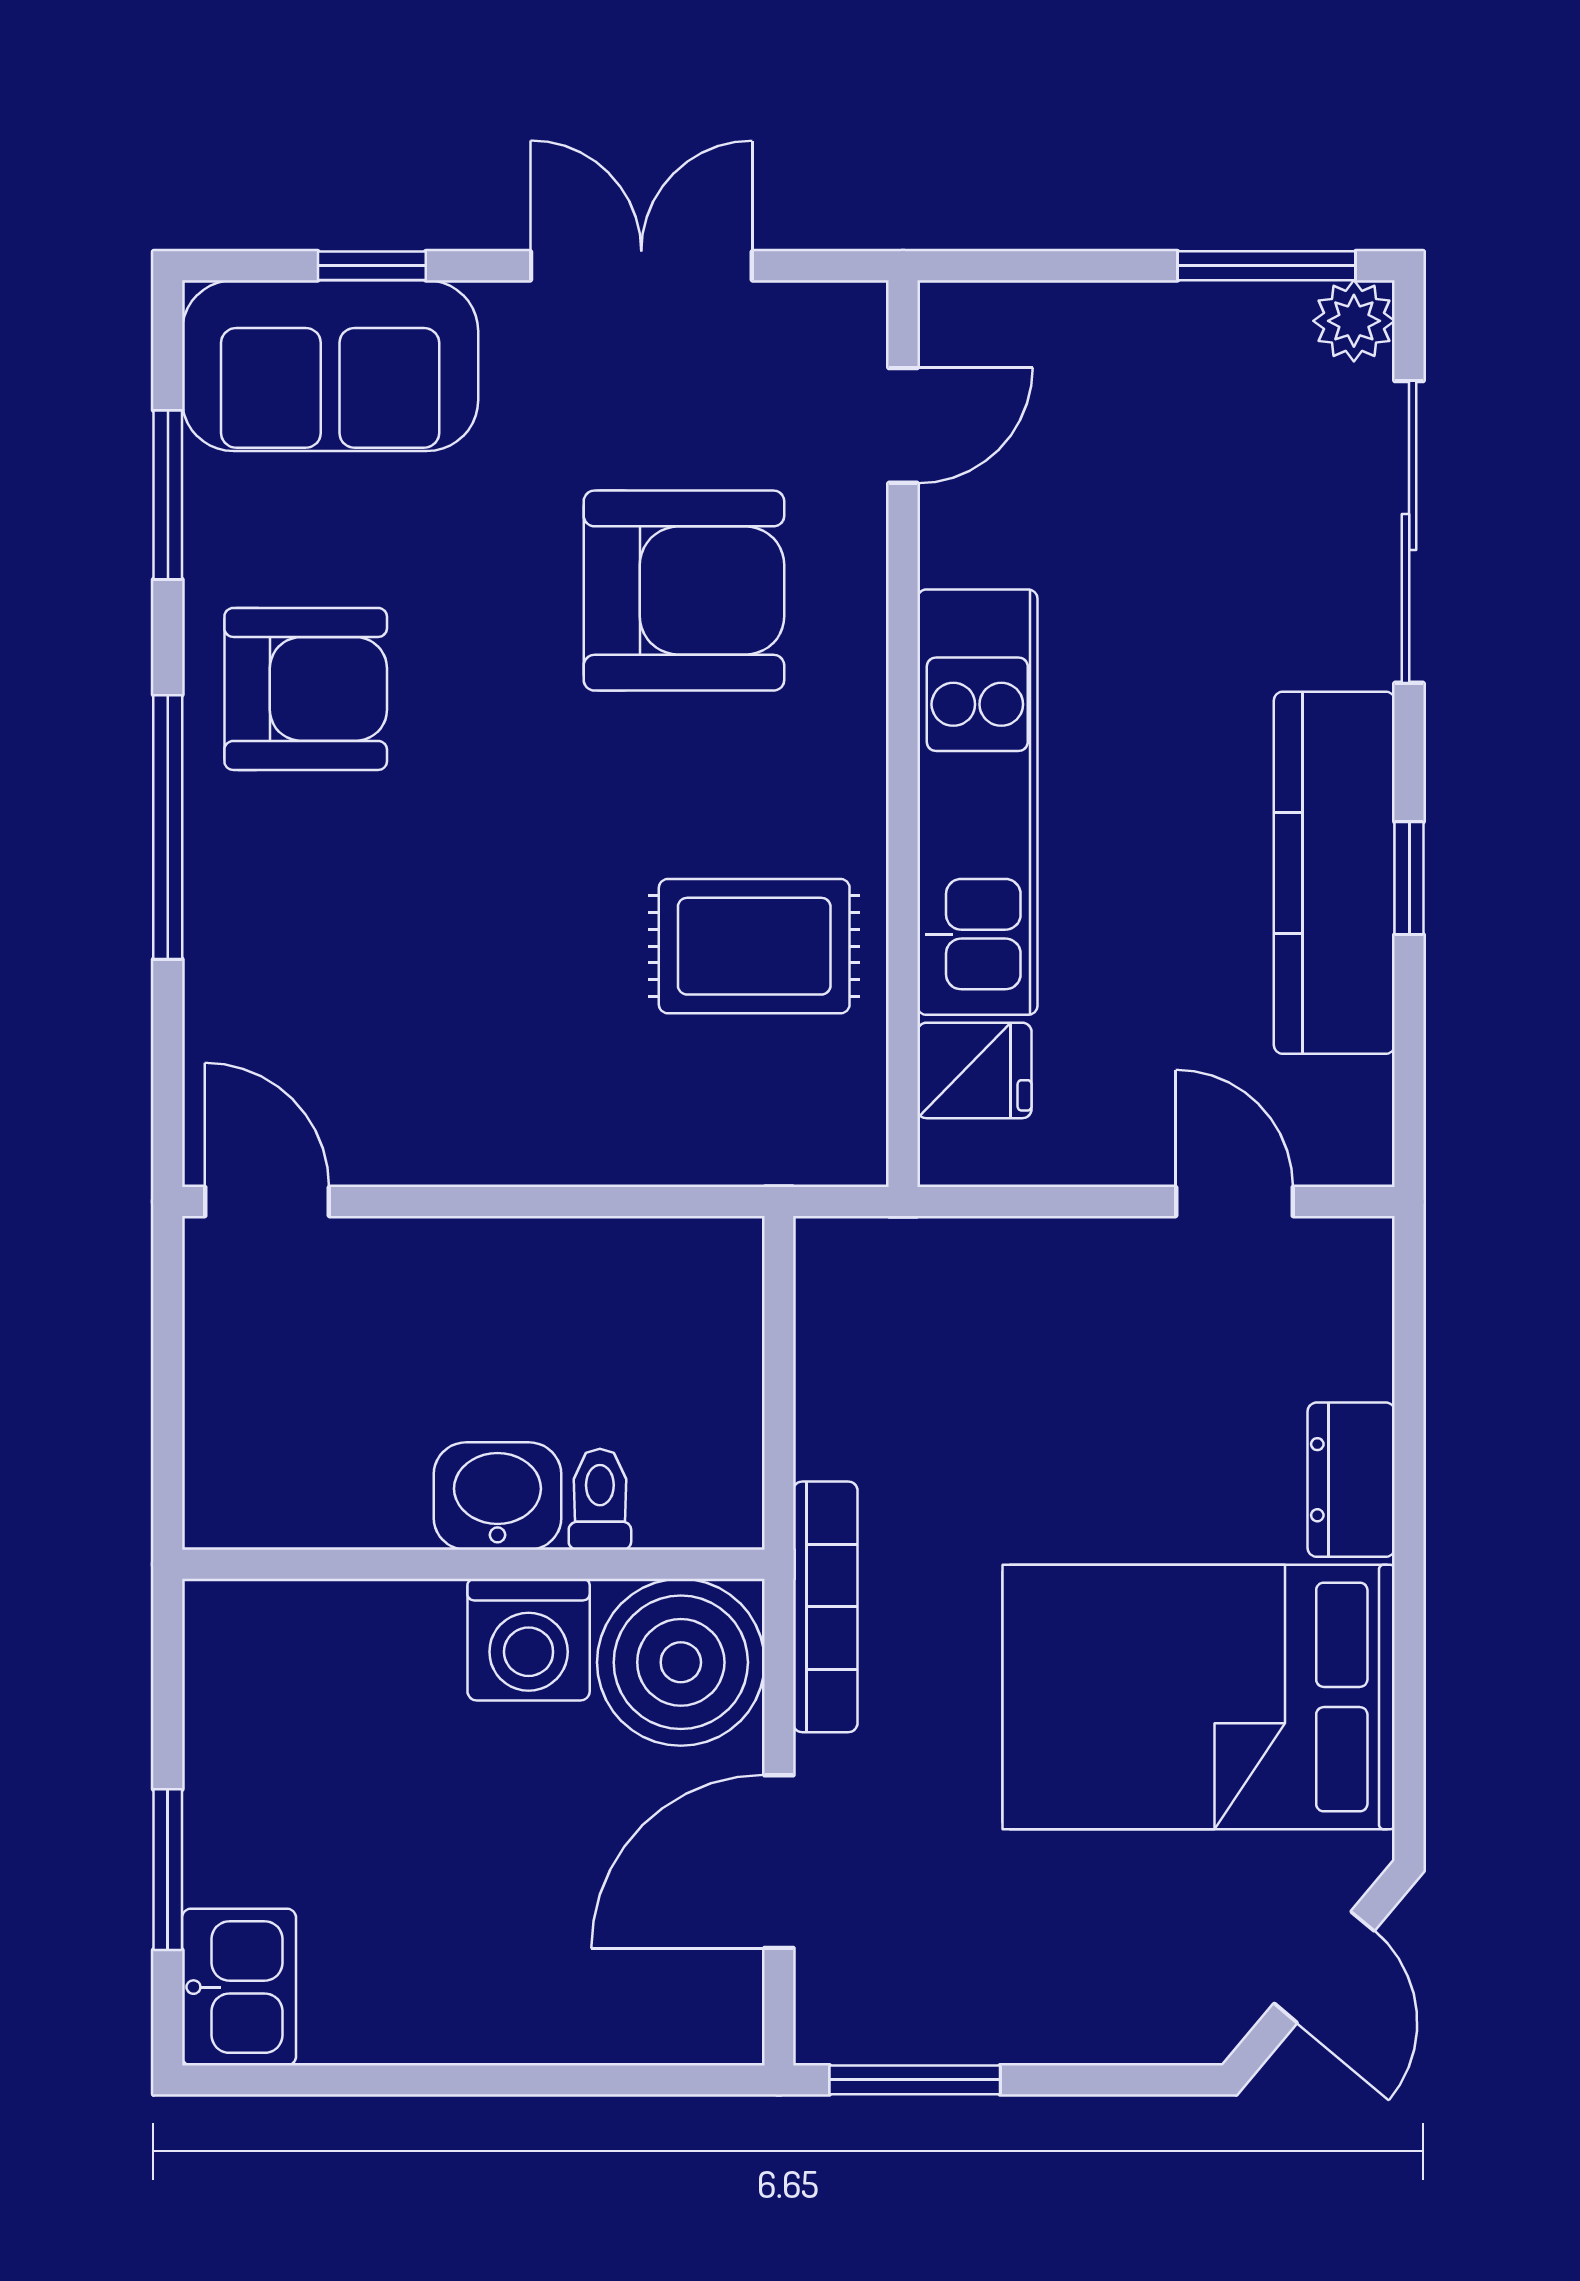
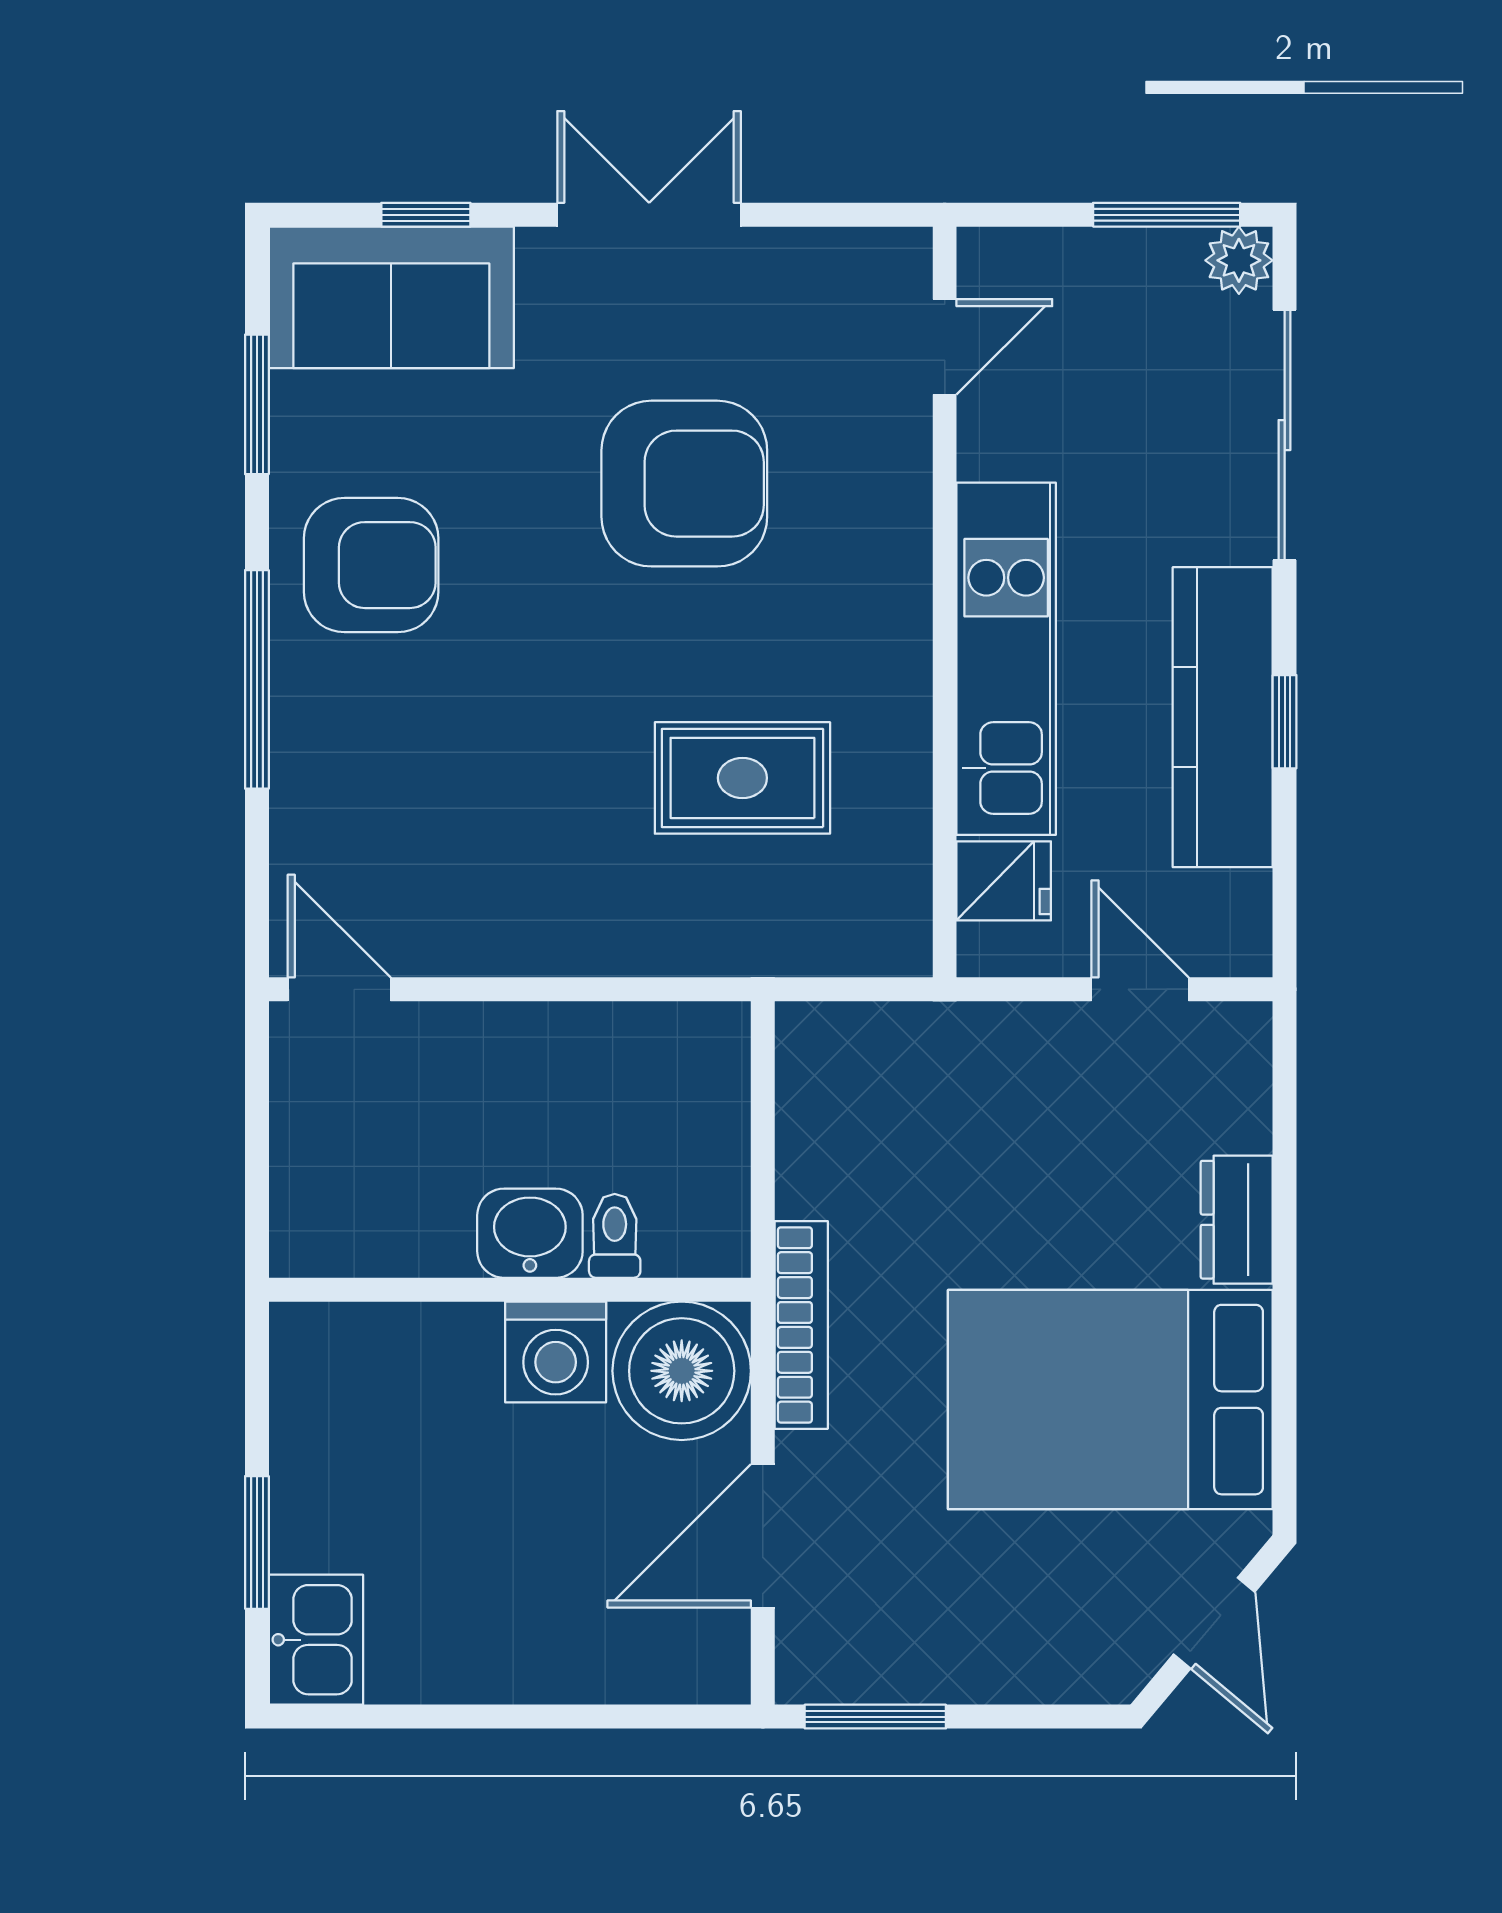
door: (903, 425) -> (945, 347), moved
wall: (903, 734) -> (945, 602), moved
kitchen unit: (977, 802) -> (1006, 659), moved
fridge: (974, 1070) -> (1004, 881), moved

